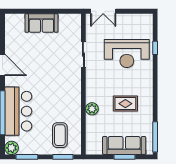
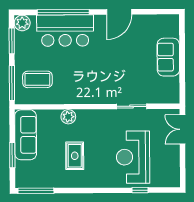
sofa: (124, 145) -> (26, 135), moved
window: (63, 157) -> (12, 83), width x1.44

